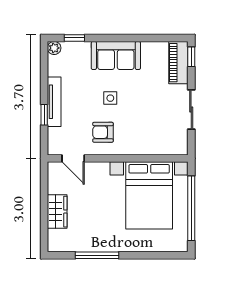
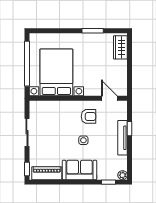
piano: (178, 63) -> (47, 173), moved, turned -90
wardrobe: (57, 212) -> (120, 47), moved
window: (97, 255) -> (93, 31), width x0.69

